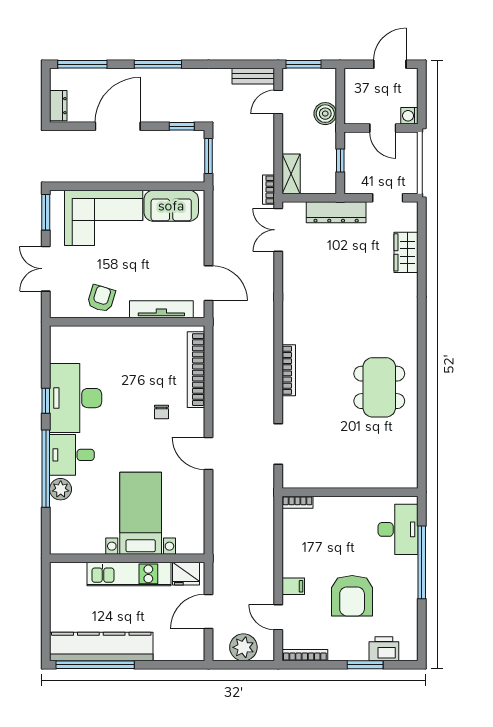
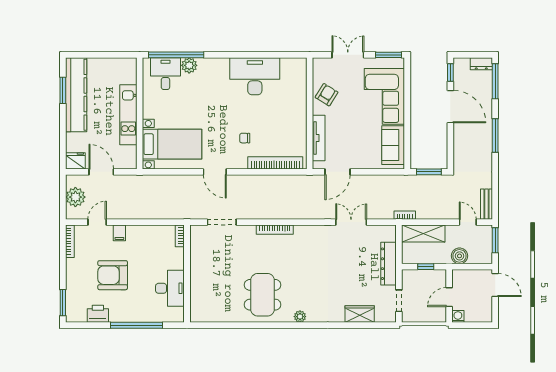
door: (390, 64) -> (495, 285), moved
dresser: (58, 106) -> (481, 64), moved
window: (182, 126) -> (450, 72), moved
shelving: (291, 174) -> (423, 234), width x1.50, depth x1.33
double door: (278, 230) -> (351, 222), moved
armchair: (101, 298) -> (327, 95), turned -75
plant: (410, 335) -> (300, 317), added
dining table: (379, 387) -> (263, 295), turned 90
window: (46, 401) -> (253, 55), removed
door: (209, 454) -> (215, 172), swing flipped
desk: (72, 455) -> (165, 74), moved
window: (46, 469) -> (176, 55), moved
bed with nightstands: (141, 513) -> (172, 144), moved
desk: (398, 529) -> (170, 288), moved, turned -90
fridge: (186, 574) -> (75, 161), moved, turned 90
printer: (384, 649) -> (98, 314), moved, turned -90
window: (95, 665) -> (63, 90), width x0.47
window: (365, 665) -> (63, 303), moved

